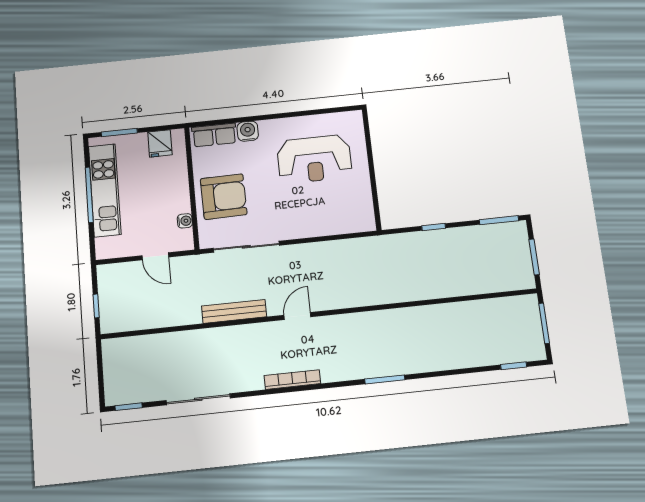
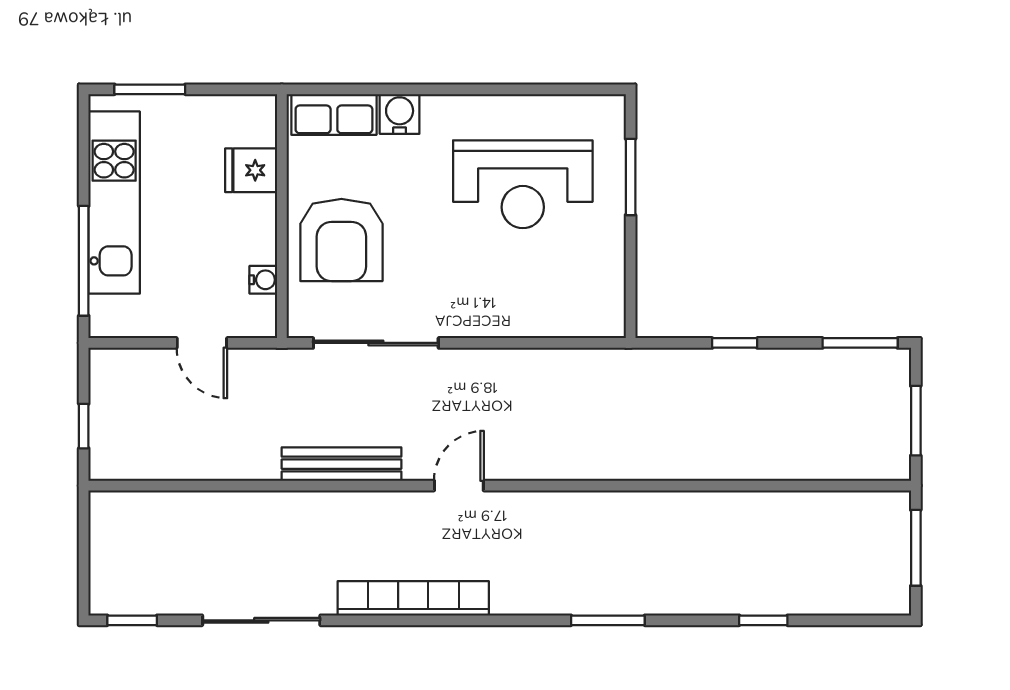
fridge: (160, 143) -> (251, 170), moved, turned 90
window: (369, 150) -> (631, 177), added
window: (89, 195) -> (84, 261), moved
armchair: (224, 197) -> (341, 240), turned 91
window: (514, 366) -> (763, 620), moved
bookcase: (292, 380) -> (413, 598), width x1.48, depth x1.31

